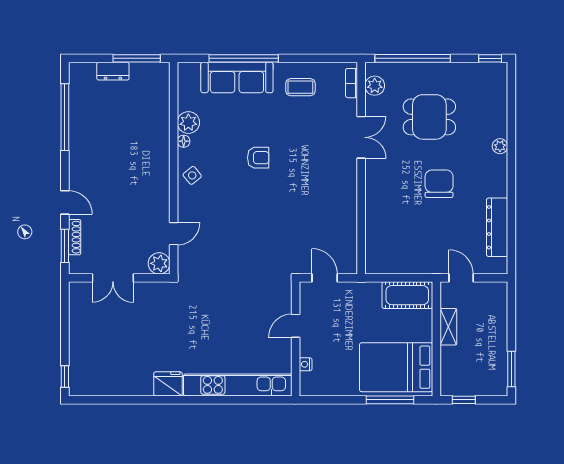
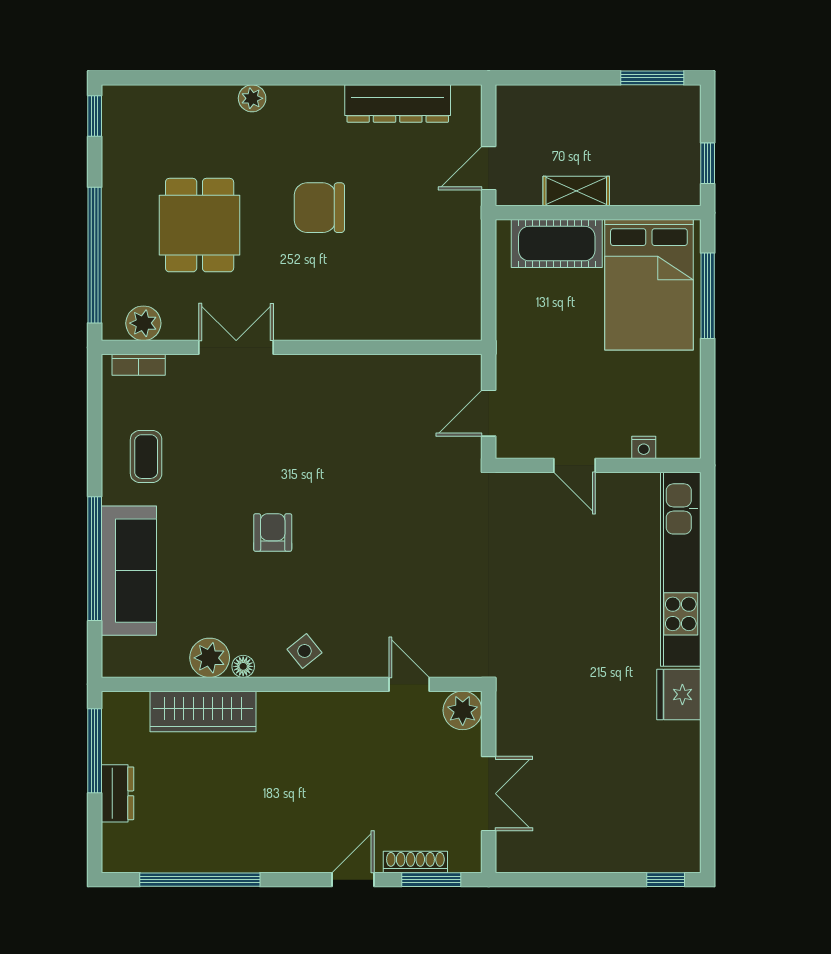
wardrobe: (158, 119) -> (203, 711), added
cot: (407, 295) -> (557, 244), moved, turned 90

